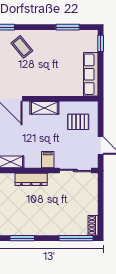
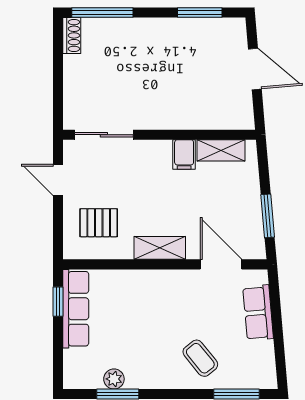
plant: (70, 35) -> (114, 379), added
window: (101, 43) -> (58, 302), moved
filing cabinet: (48, 160) -> (184, 154), moved
dresser: (31, 179) -> (184, 118), removed

